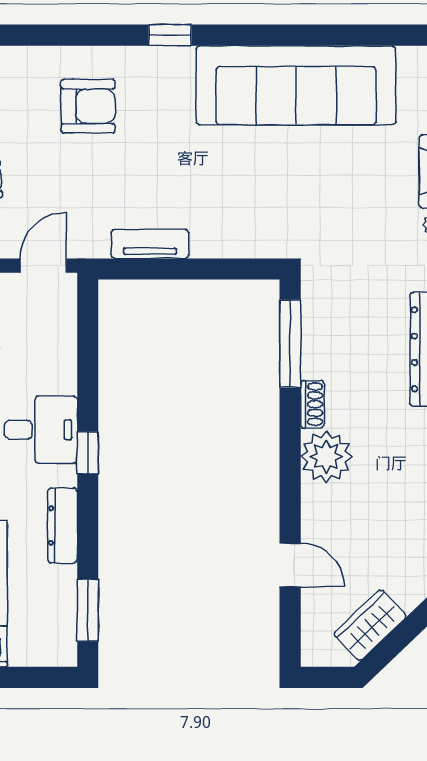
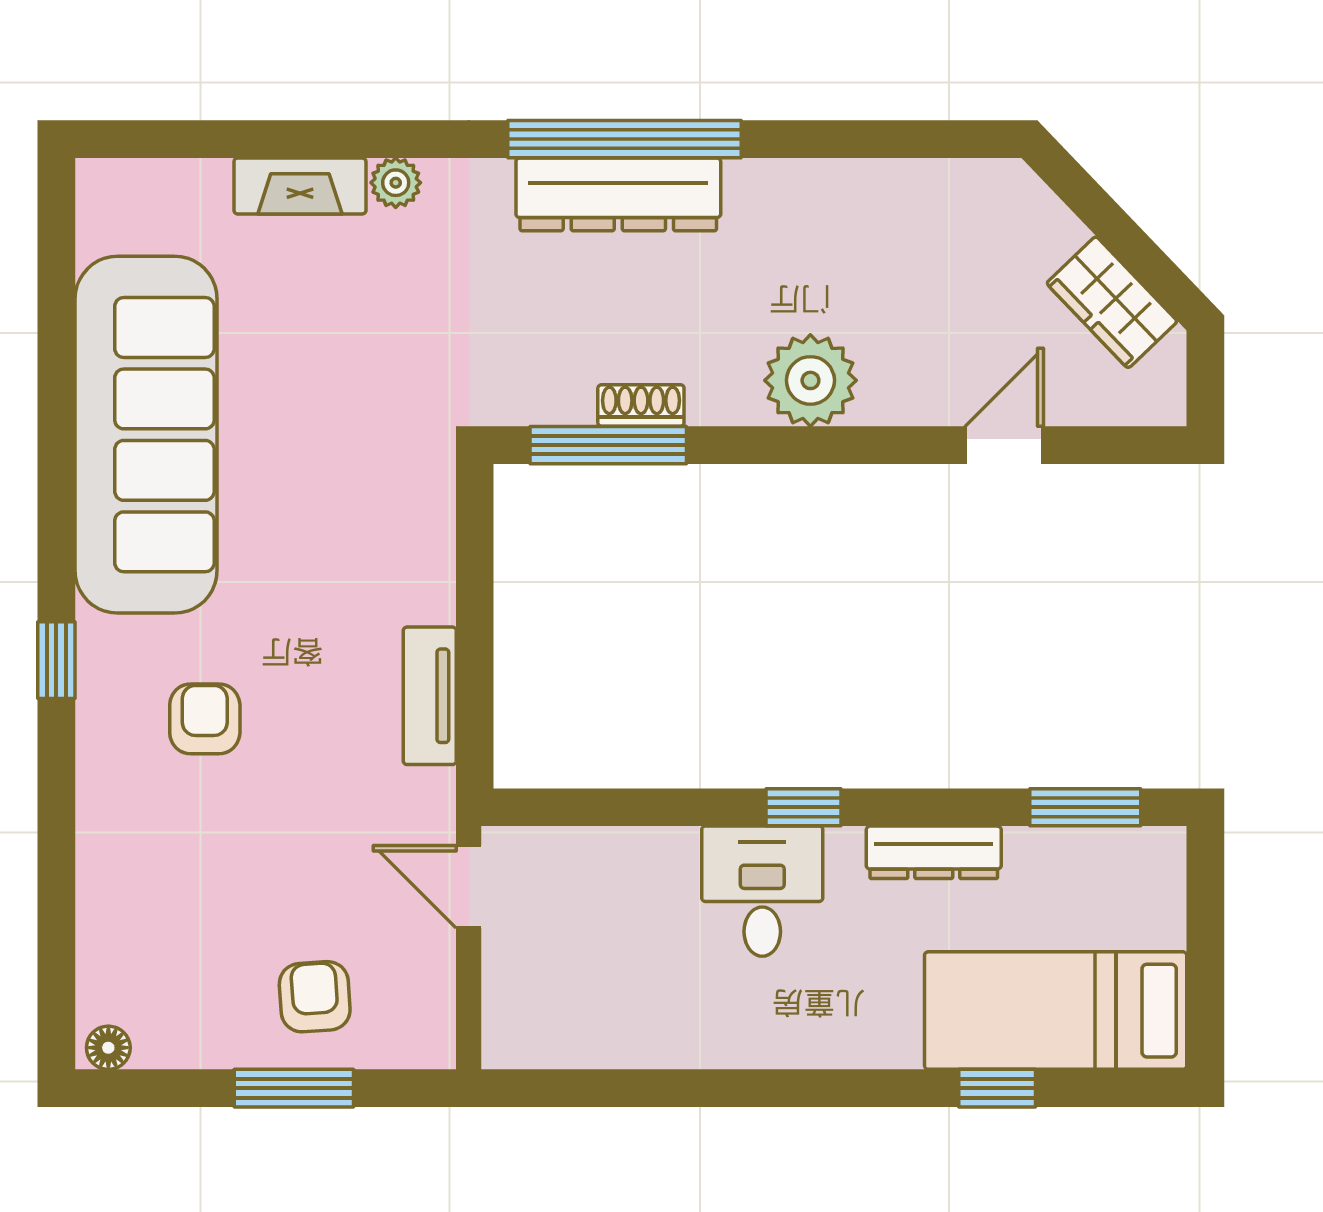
armchair: (88, 106) -> (205, 719), moved, width x0.72, depth x0.72
shoe rack: (312, 404) -> (641, 405), moved

